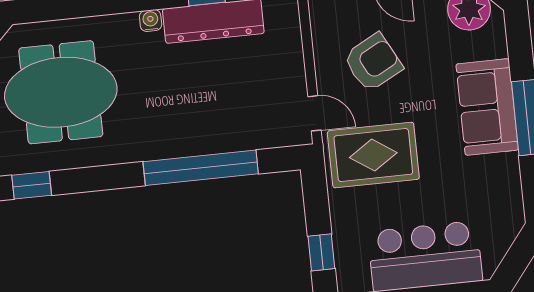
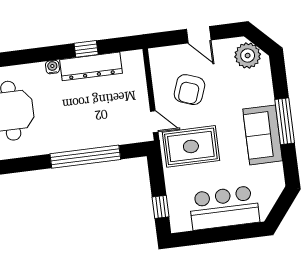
armchair: (373, 62) -> (189, 90), turned 138
sofa: (487, 107) -> (263, 135), moved

